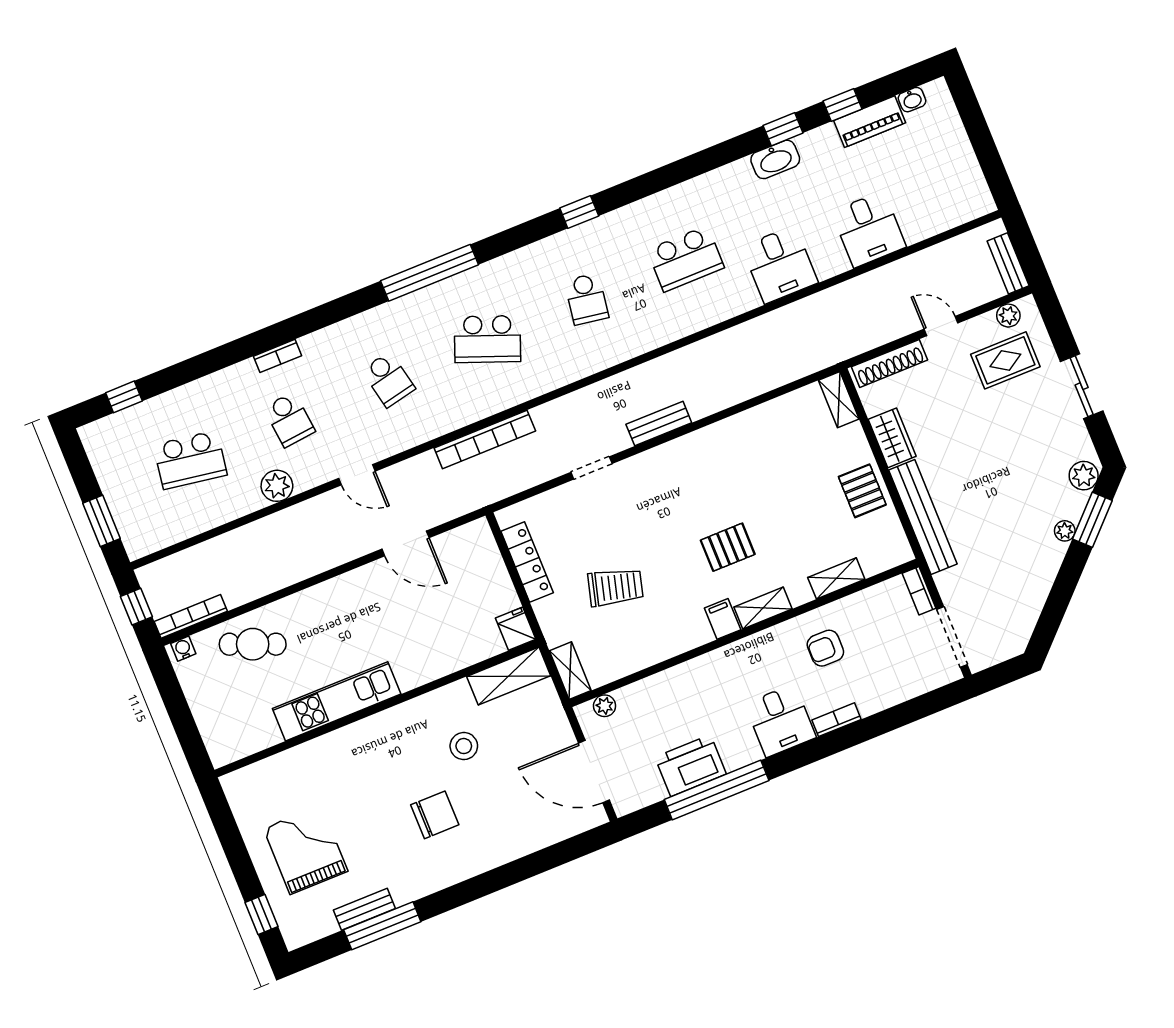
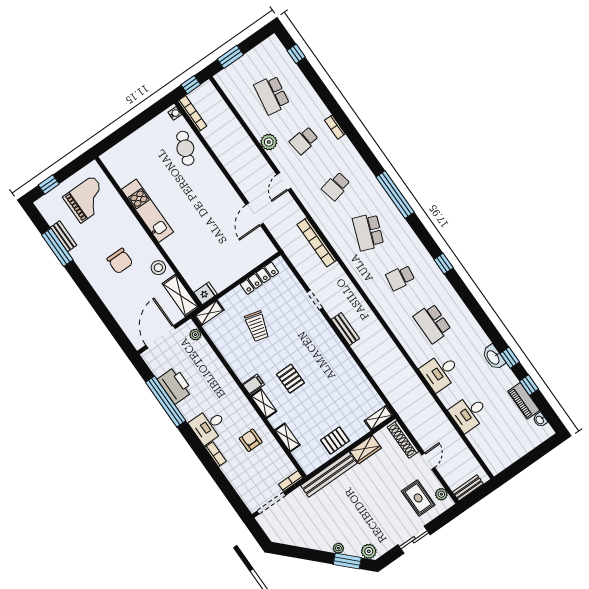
fridge: (516, 629) -> (205, 293), moved
shelving: (509, 676) -> (181, 295), moved
kitchen unit: (337, 701) -> (147, 211), moved
wall: (377, 708) -> (149, 232), moved

